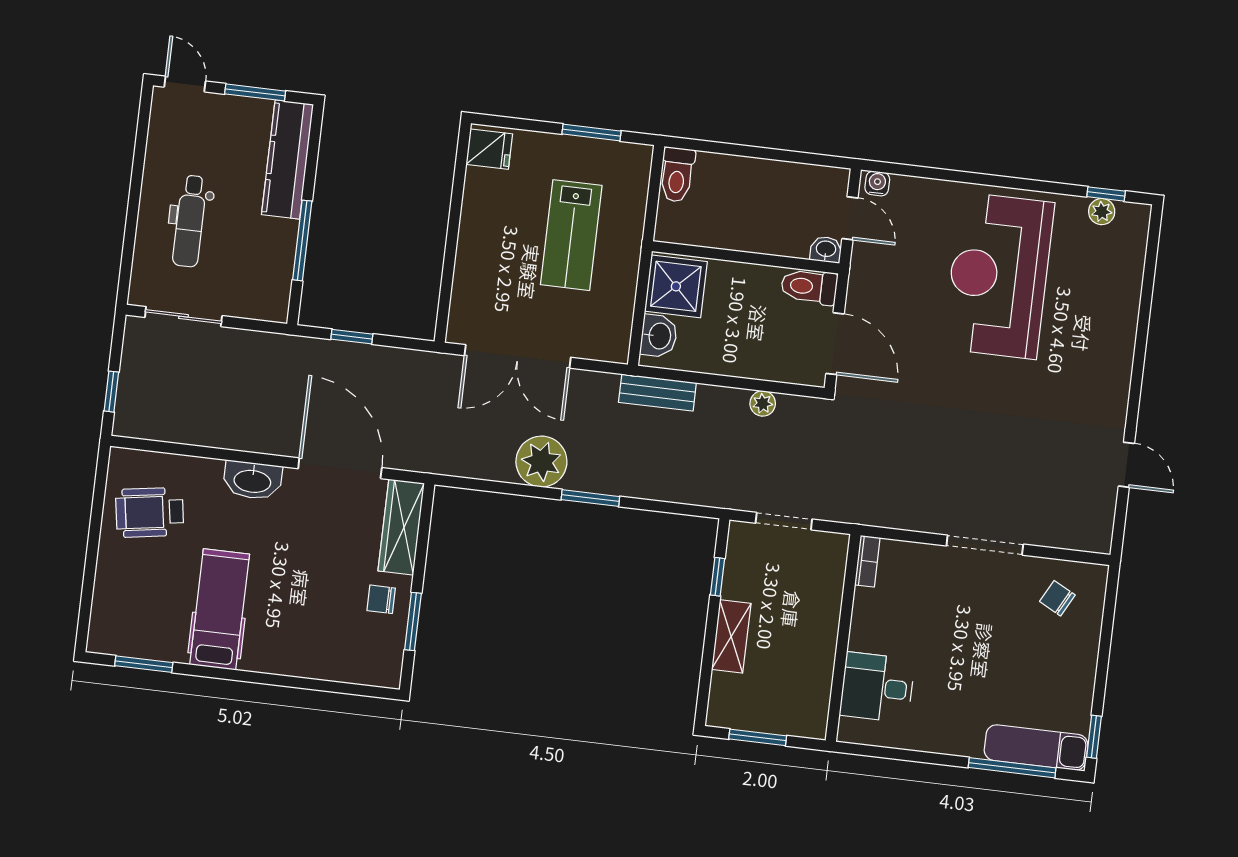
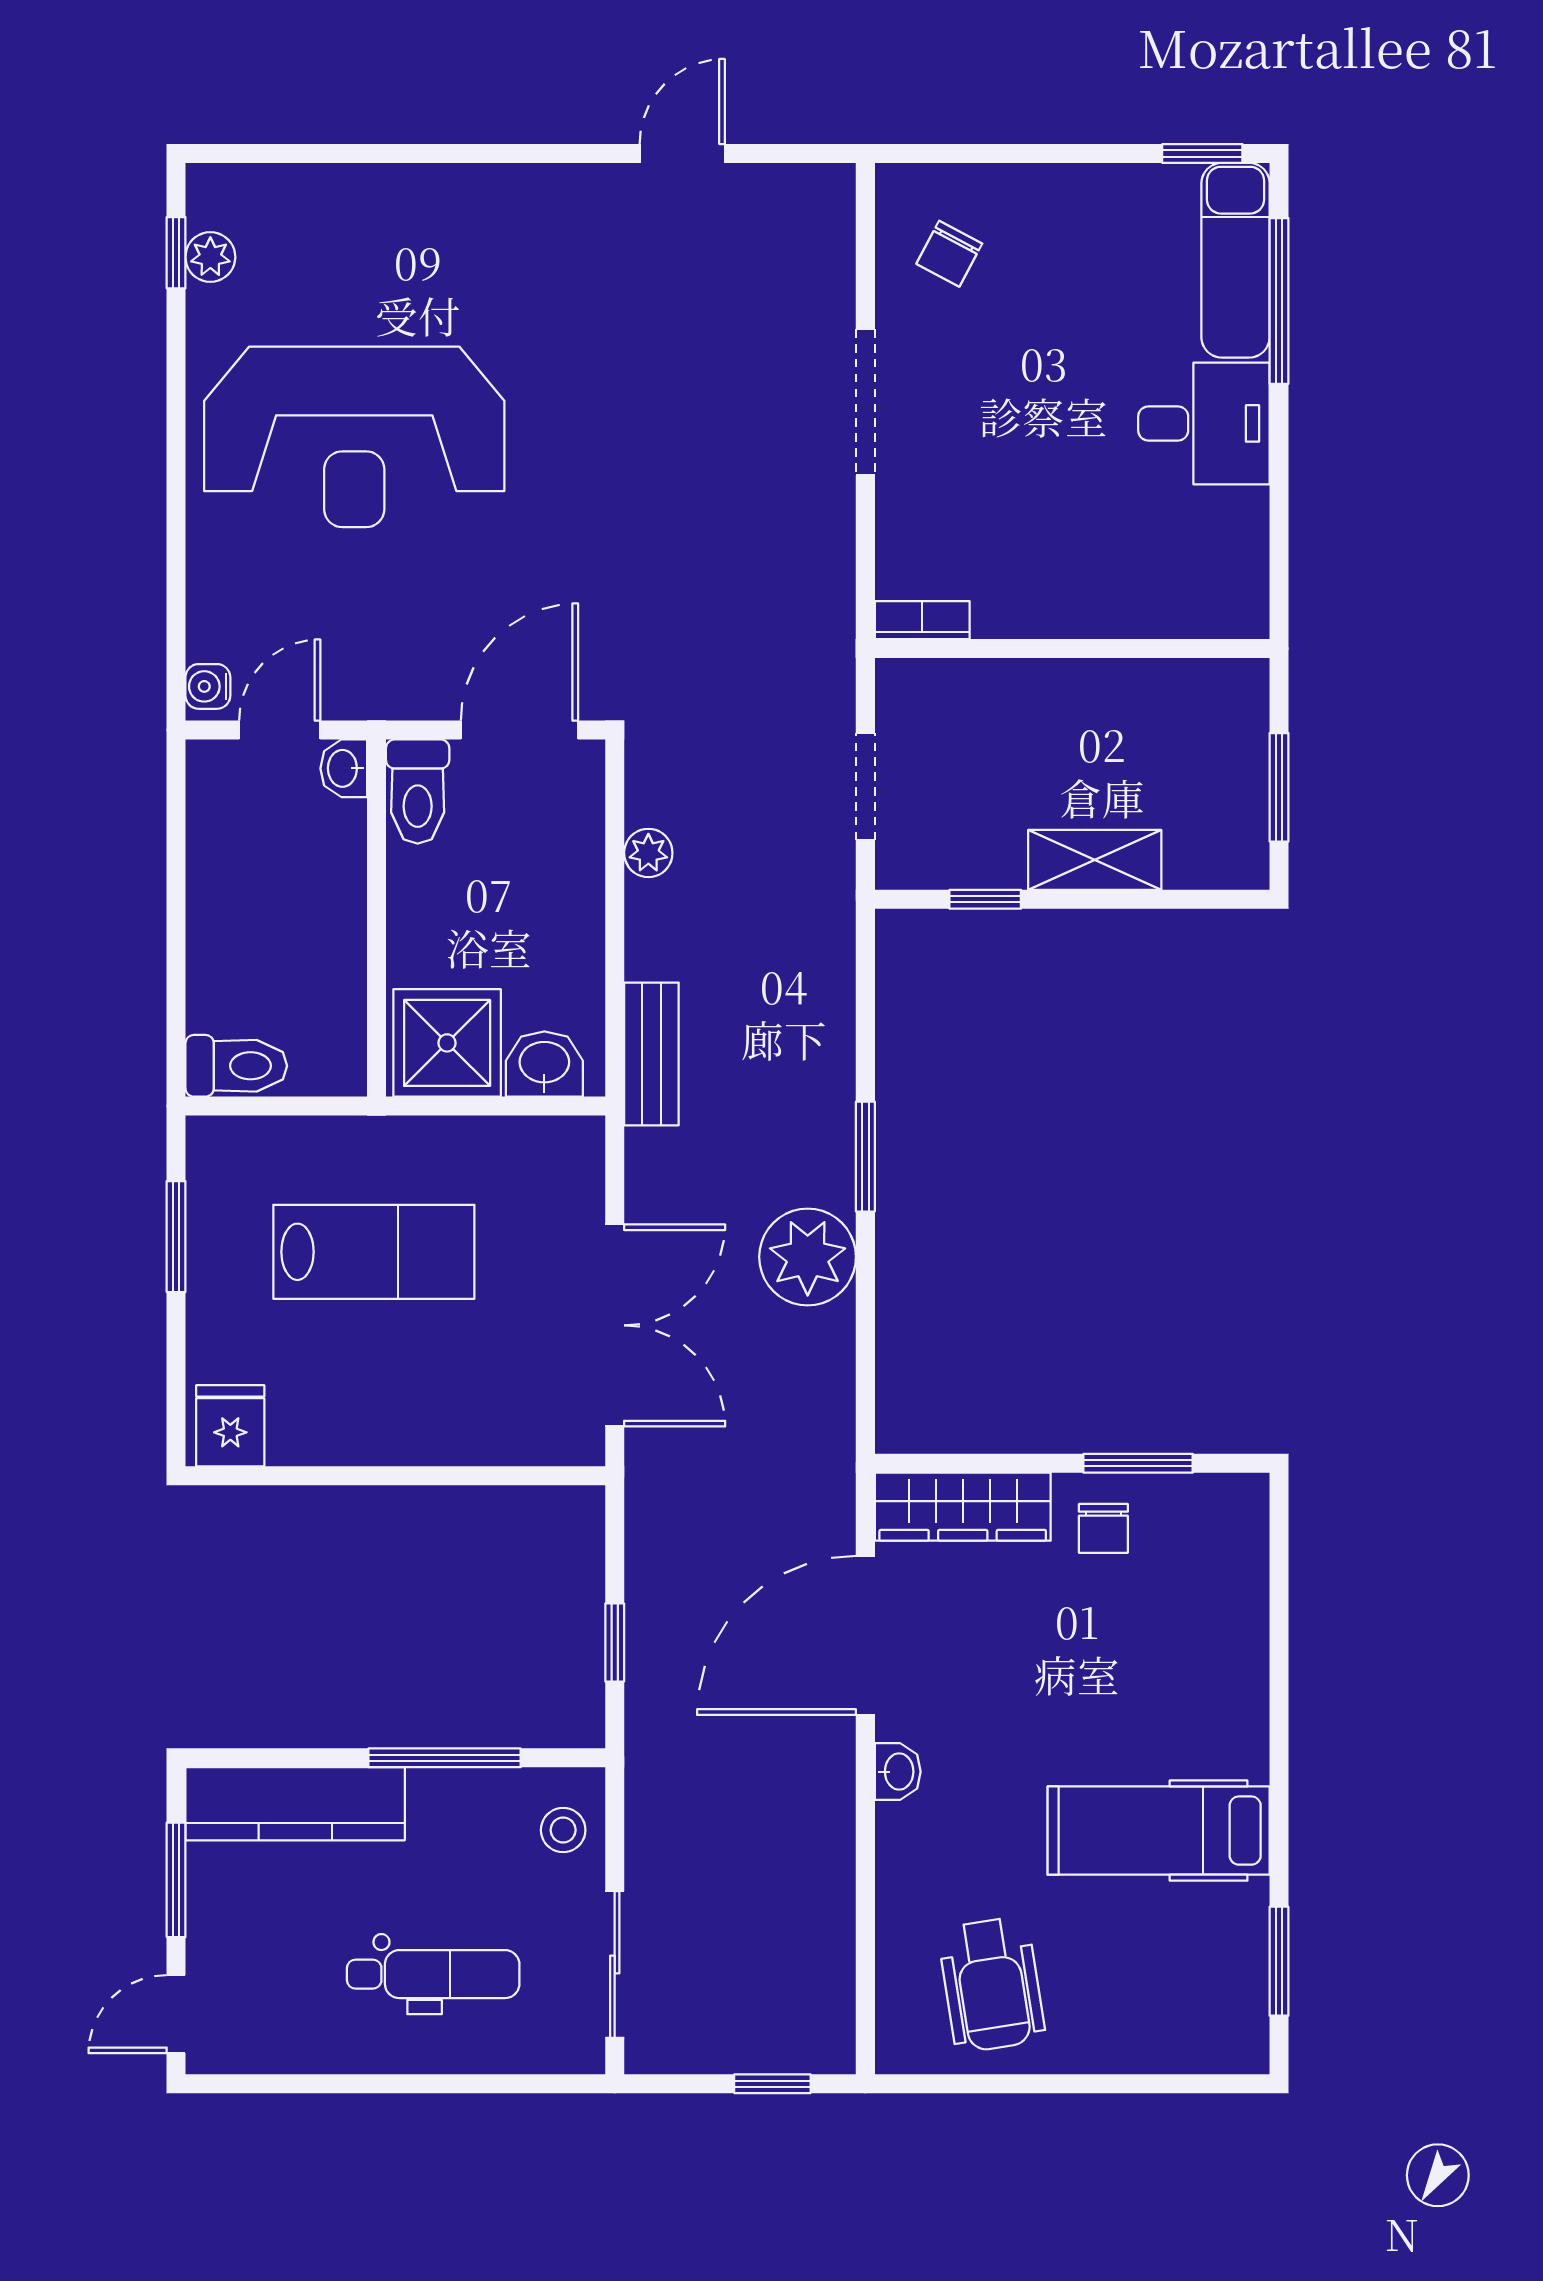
stool: (257, 298) -> (563, 1830), added
washbasin: (253, 480) -> (898, 1772), width x0.52, depth x0.69
desk: (877, 687) -> (1204, 423), moved, turned -90

